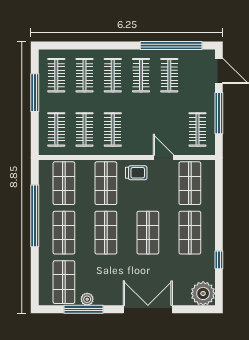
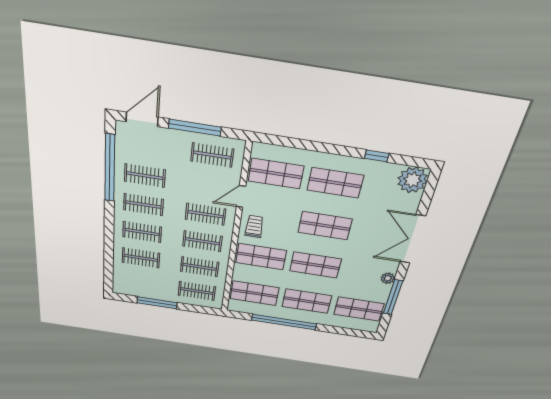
clothes rail: (56, 75) -> (206, 214), moved
plant: (87, 299) -> (388, 278), moved

